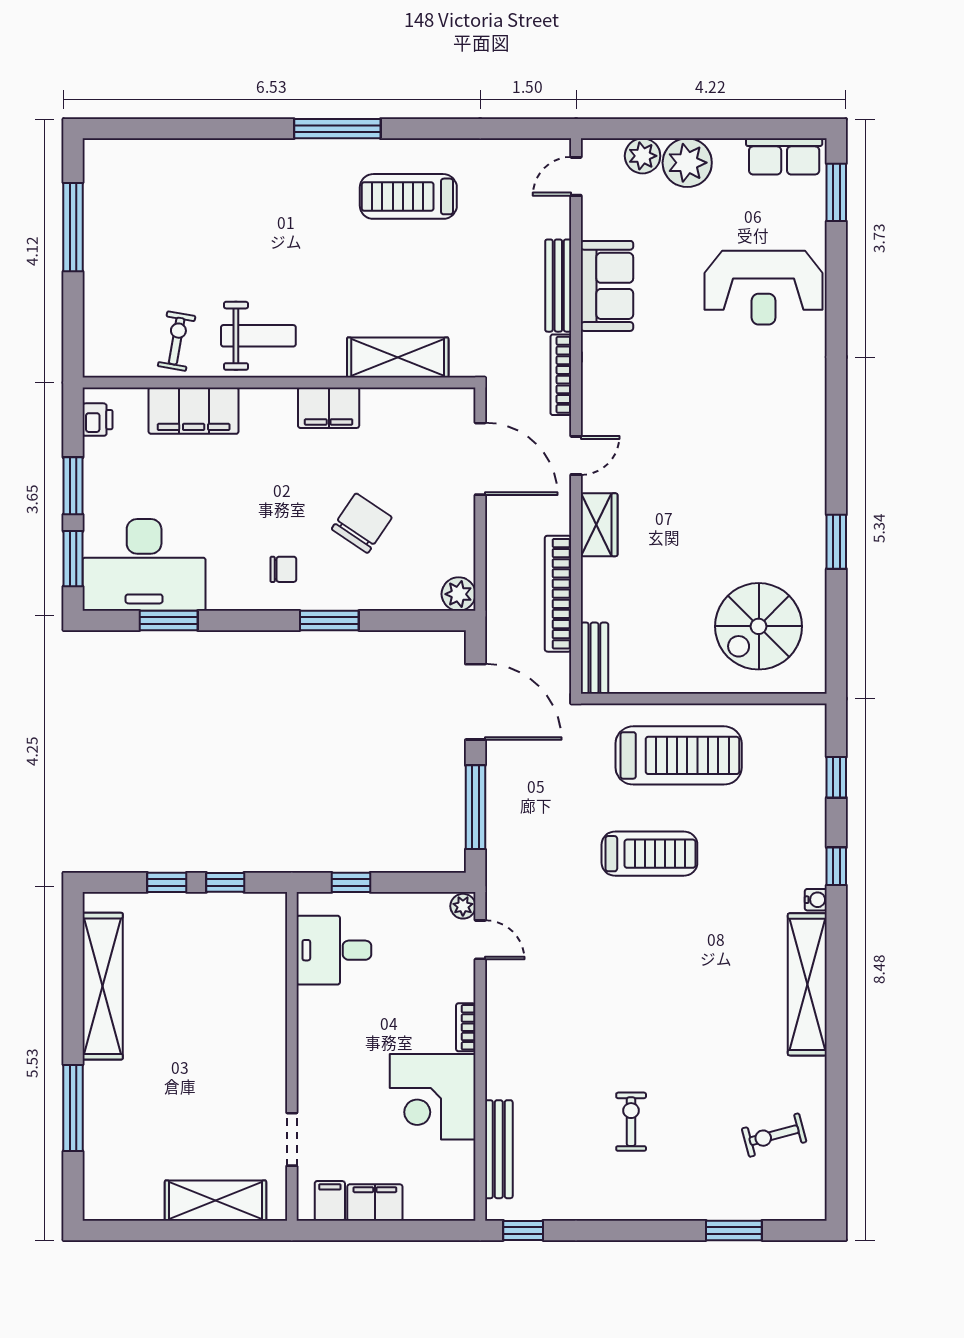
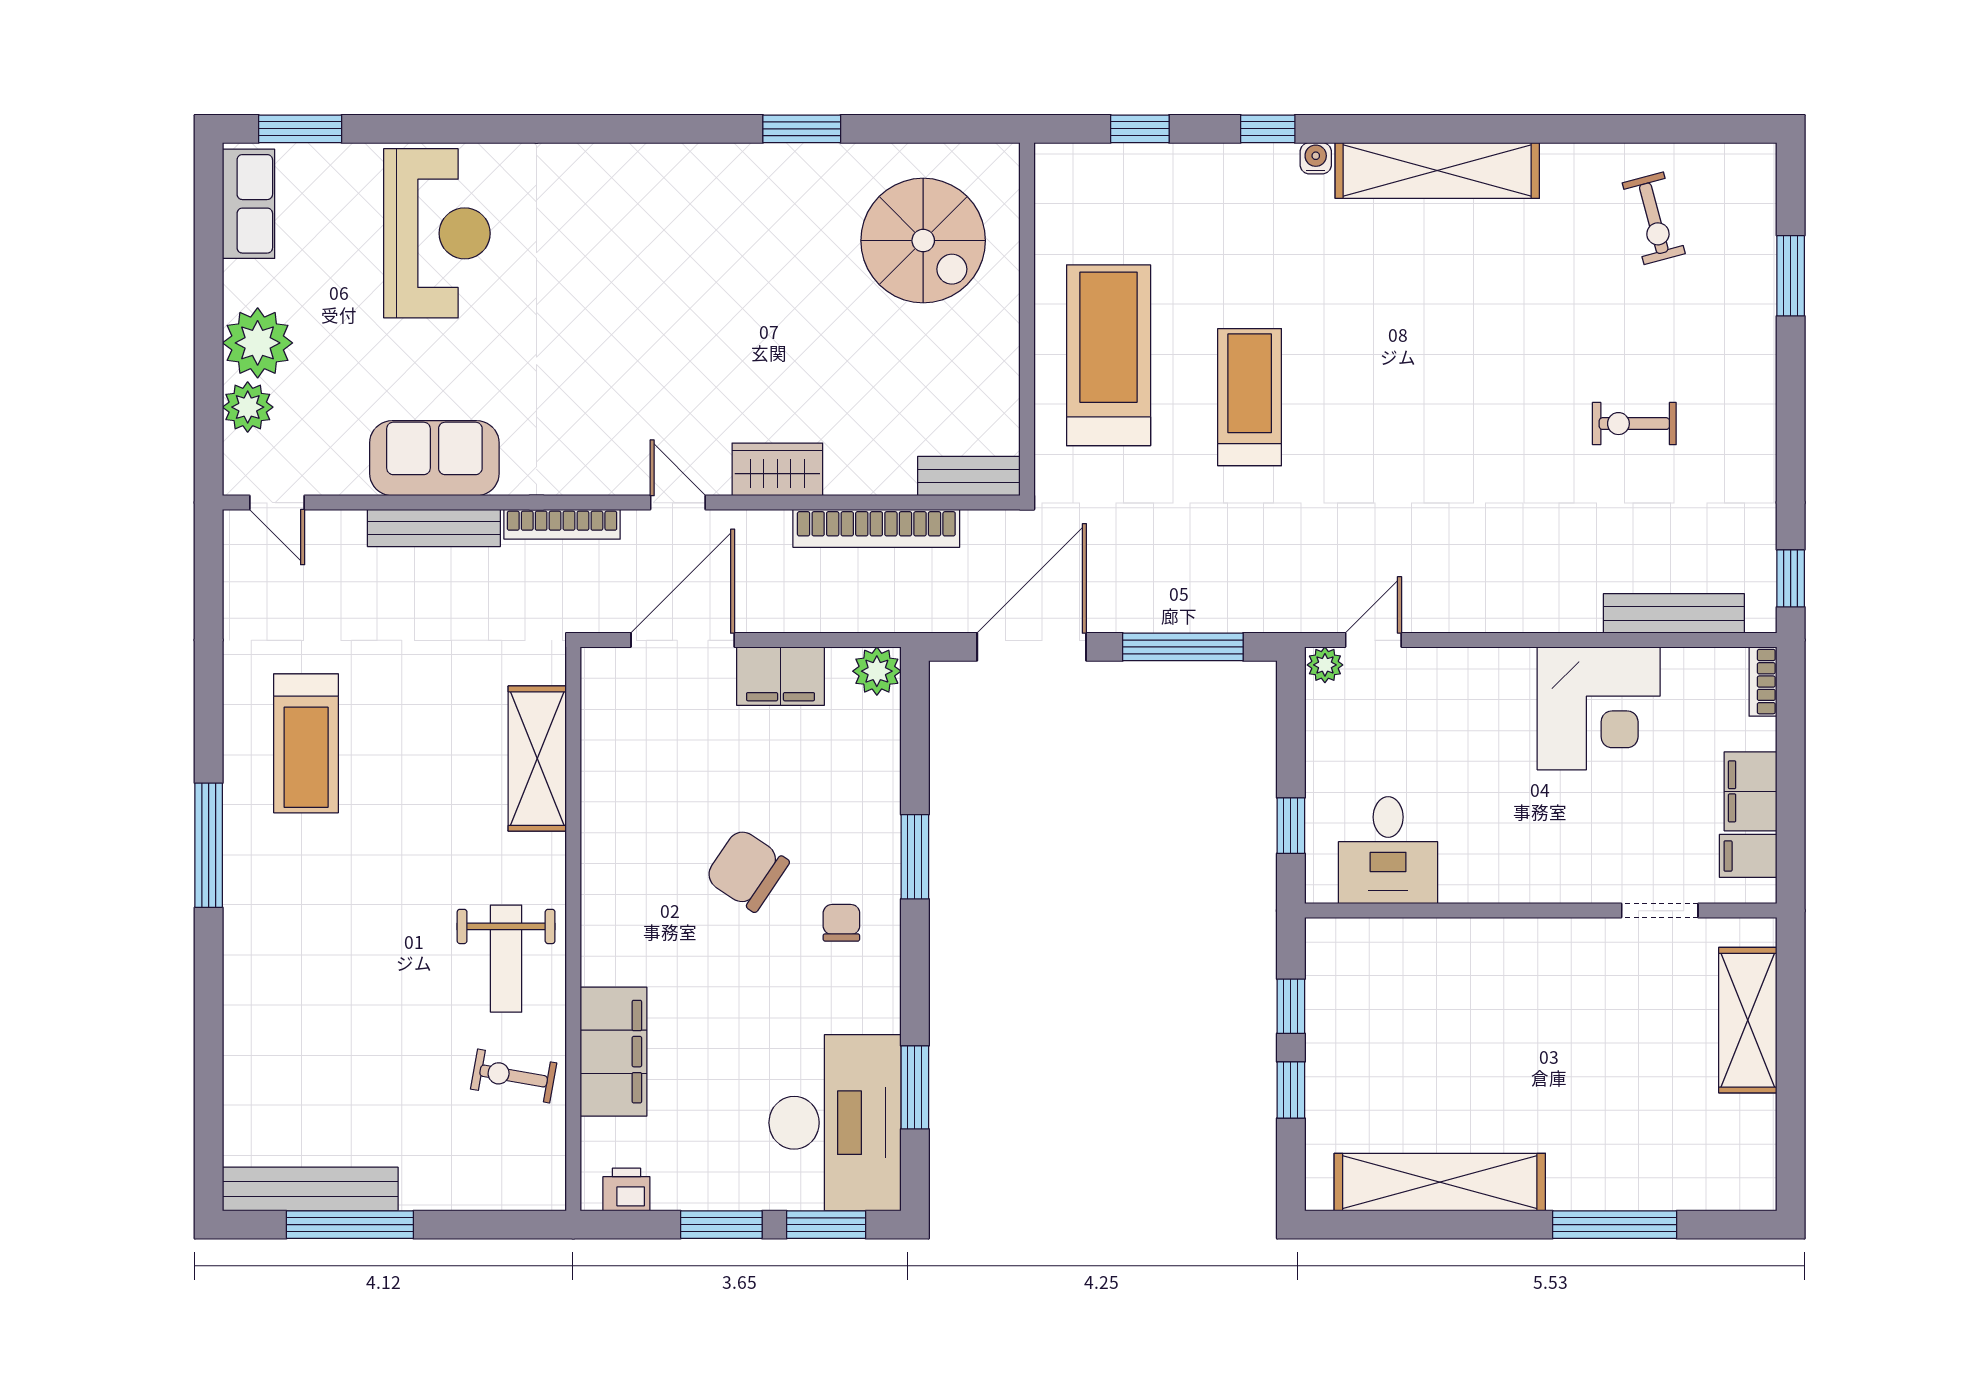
bench: (98, 199) -> (310, 1189), added
weight bench: (258, 336) -> (506, 959), turned 180
filing cabinet: (329, 408) -> (780, 676), moved, turned 90
chair: (362, 523) -> (747, 870), moved
bookcase: (466, 1027) -> (1763, 682), moved, turned 90

